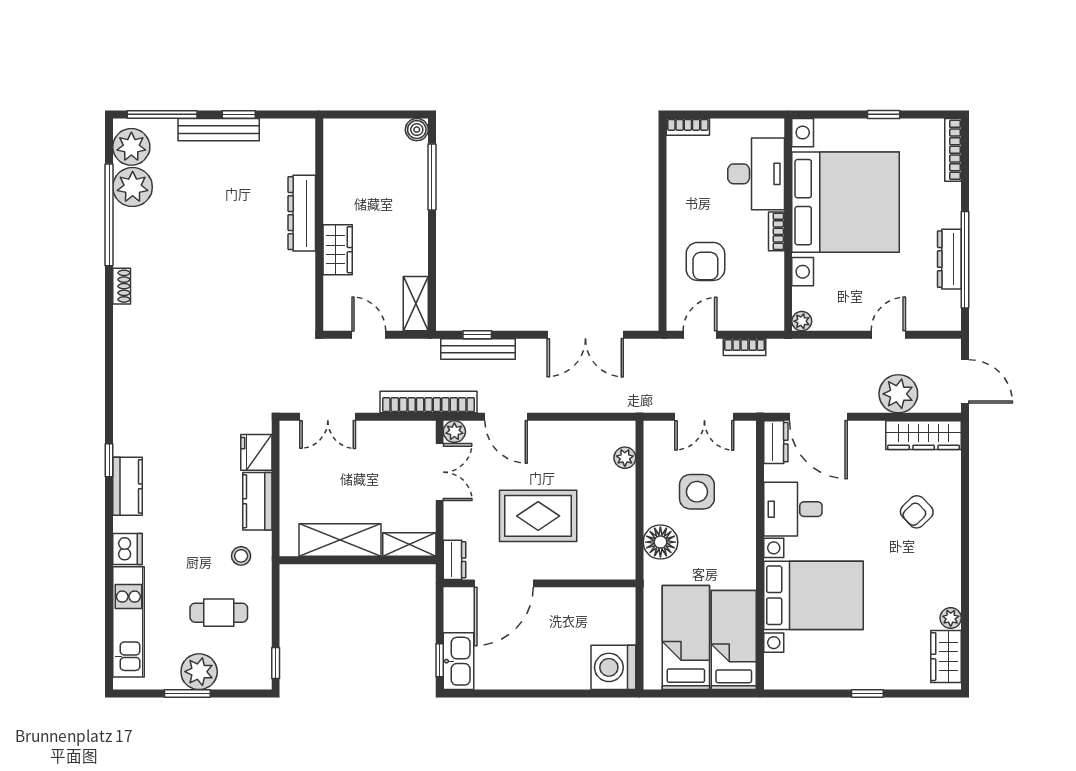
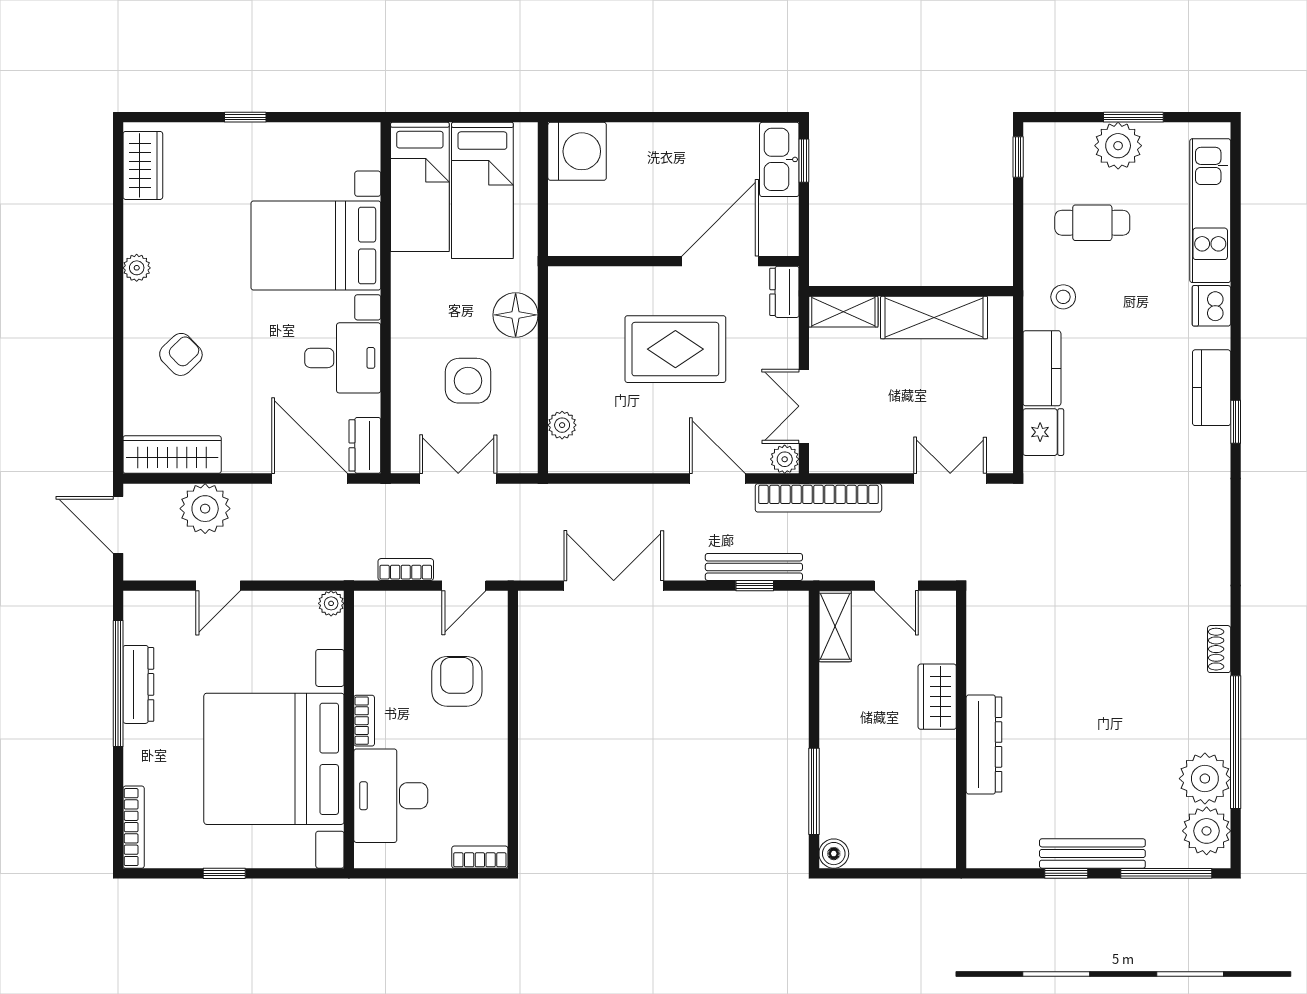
plant: (951, 618) -> (137, 268), moved

